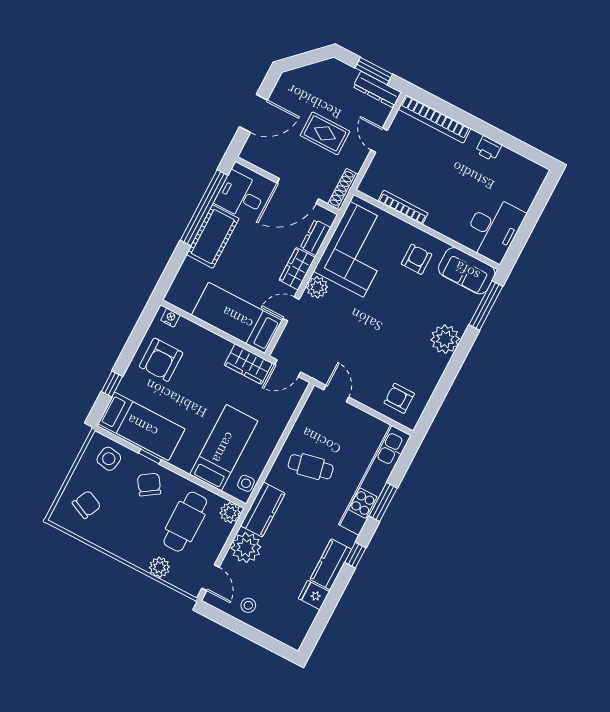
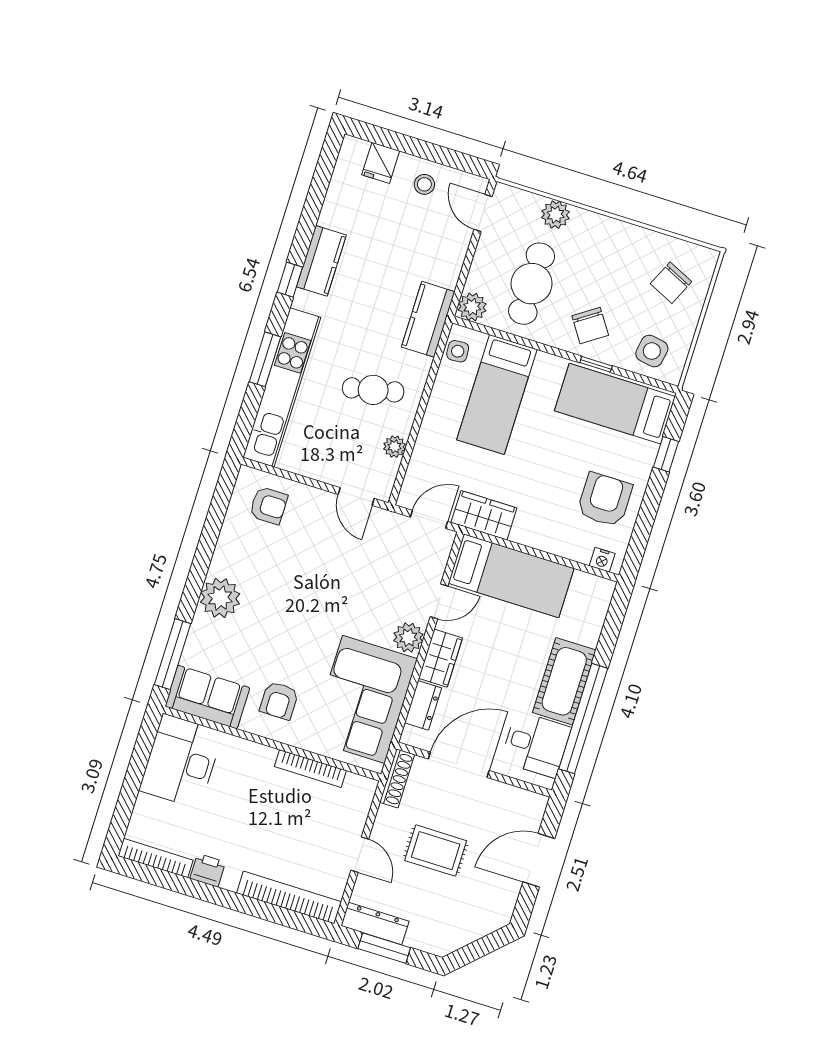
bookcase: (524, 164) -> (156, 858), added
plant: (246, 548) -> (395, 447), moved, width x0.53, depth x0.53
fridge: (314, 595) -> (381, 163), moved, turned 90

